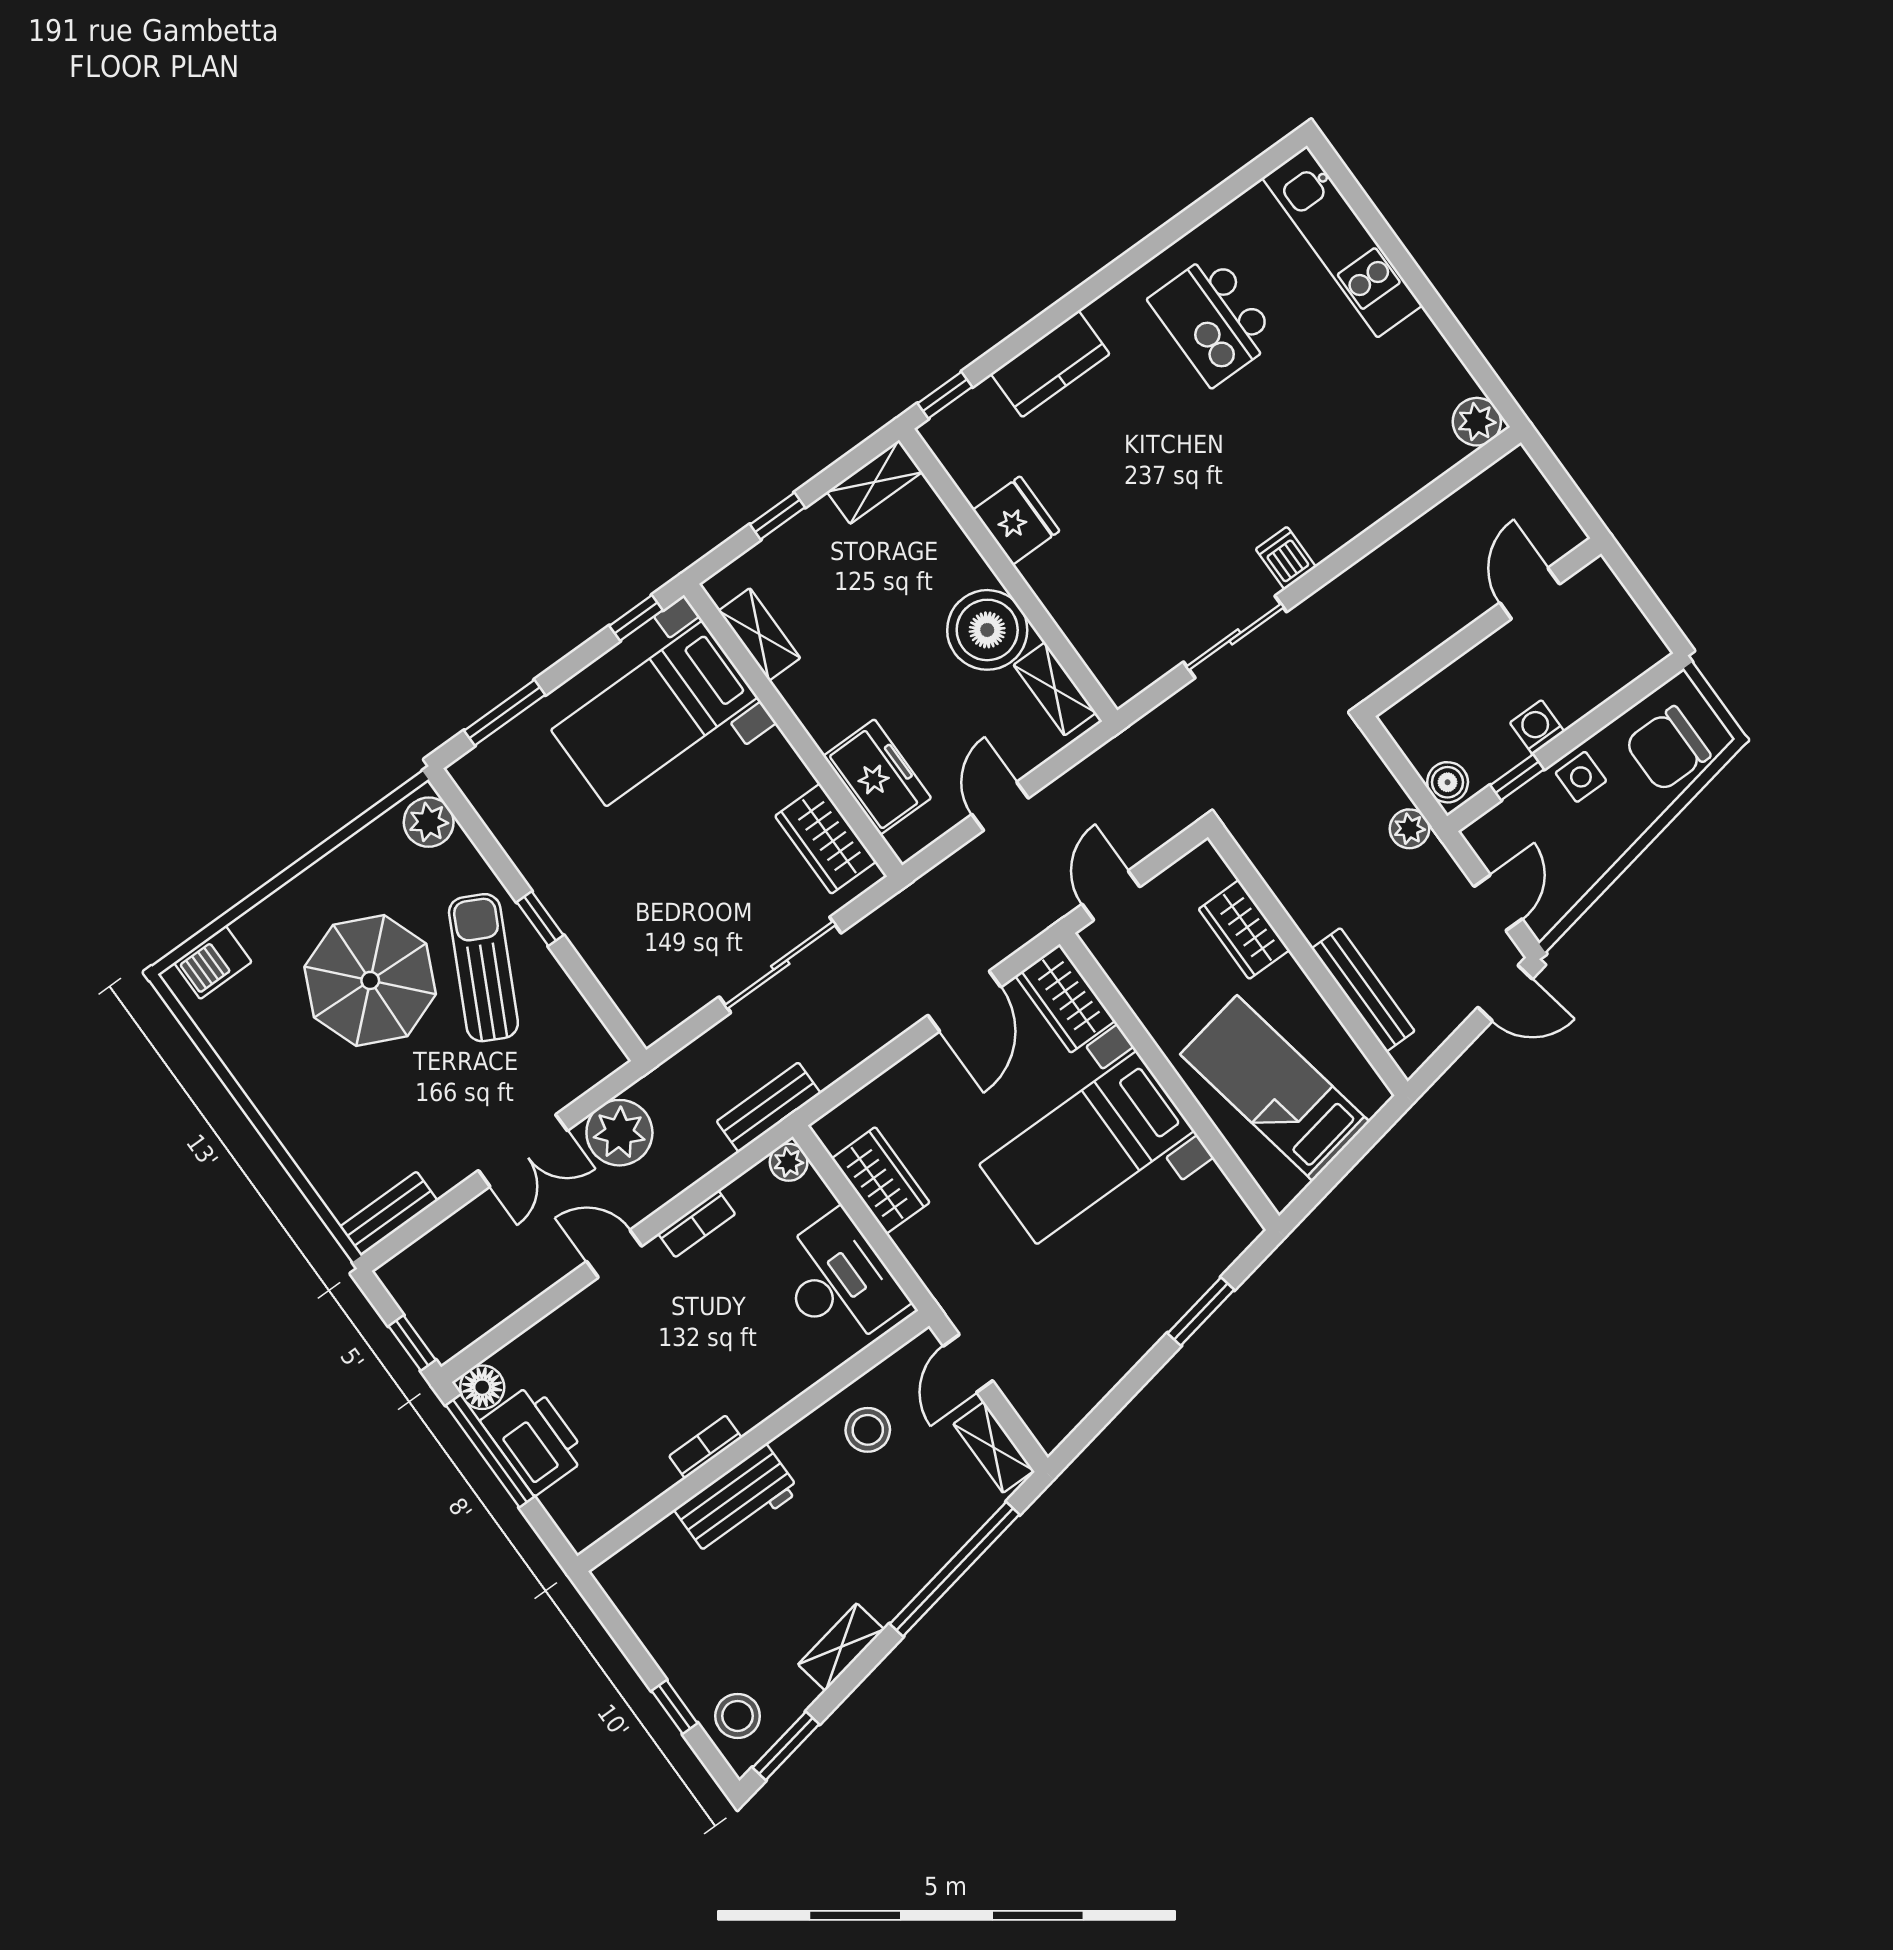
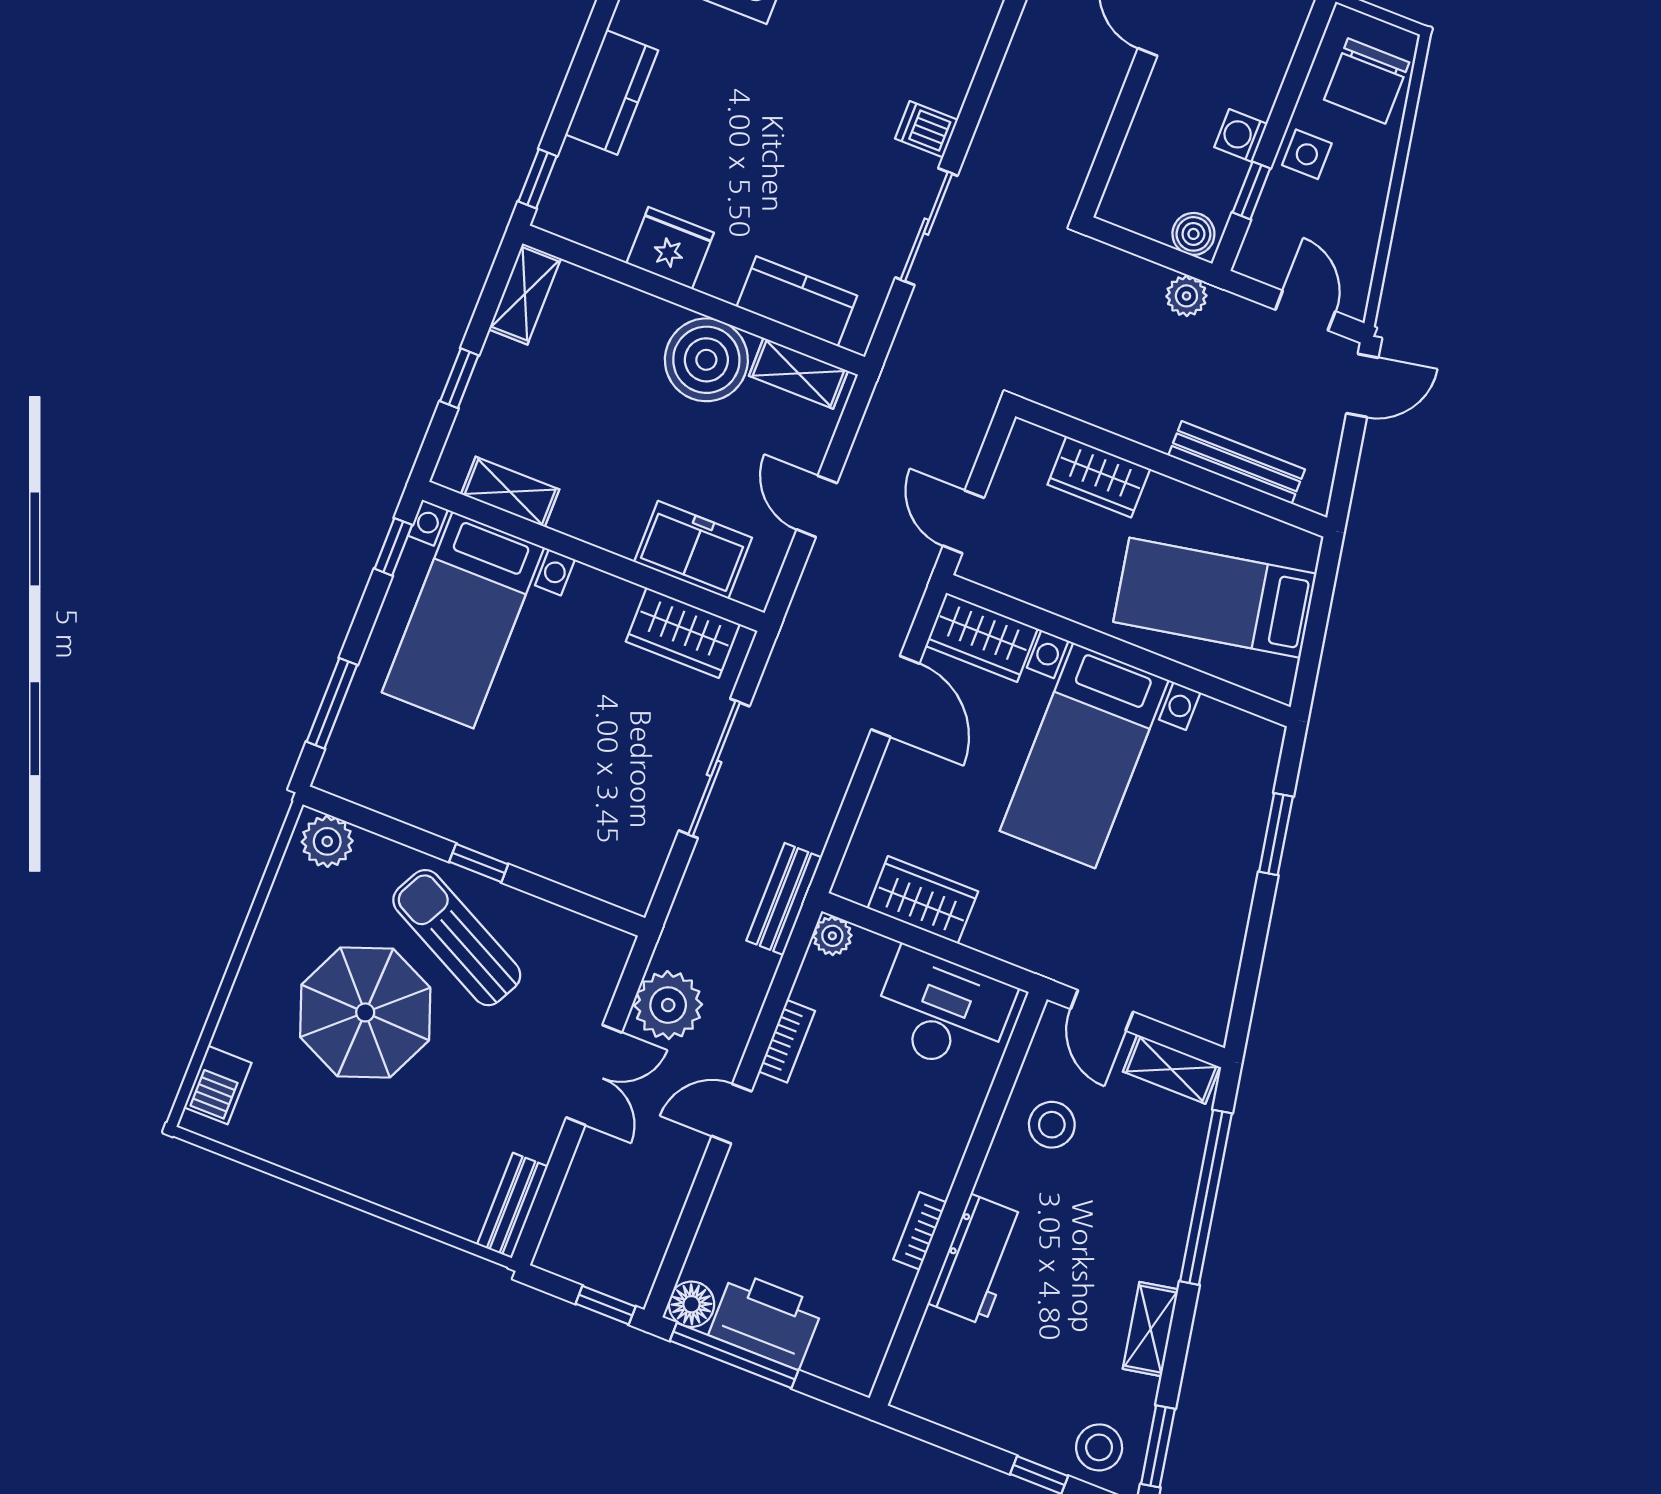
kitchen counter: (1091, 630) -> (797, 301), added

